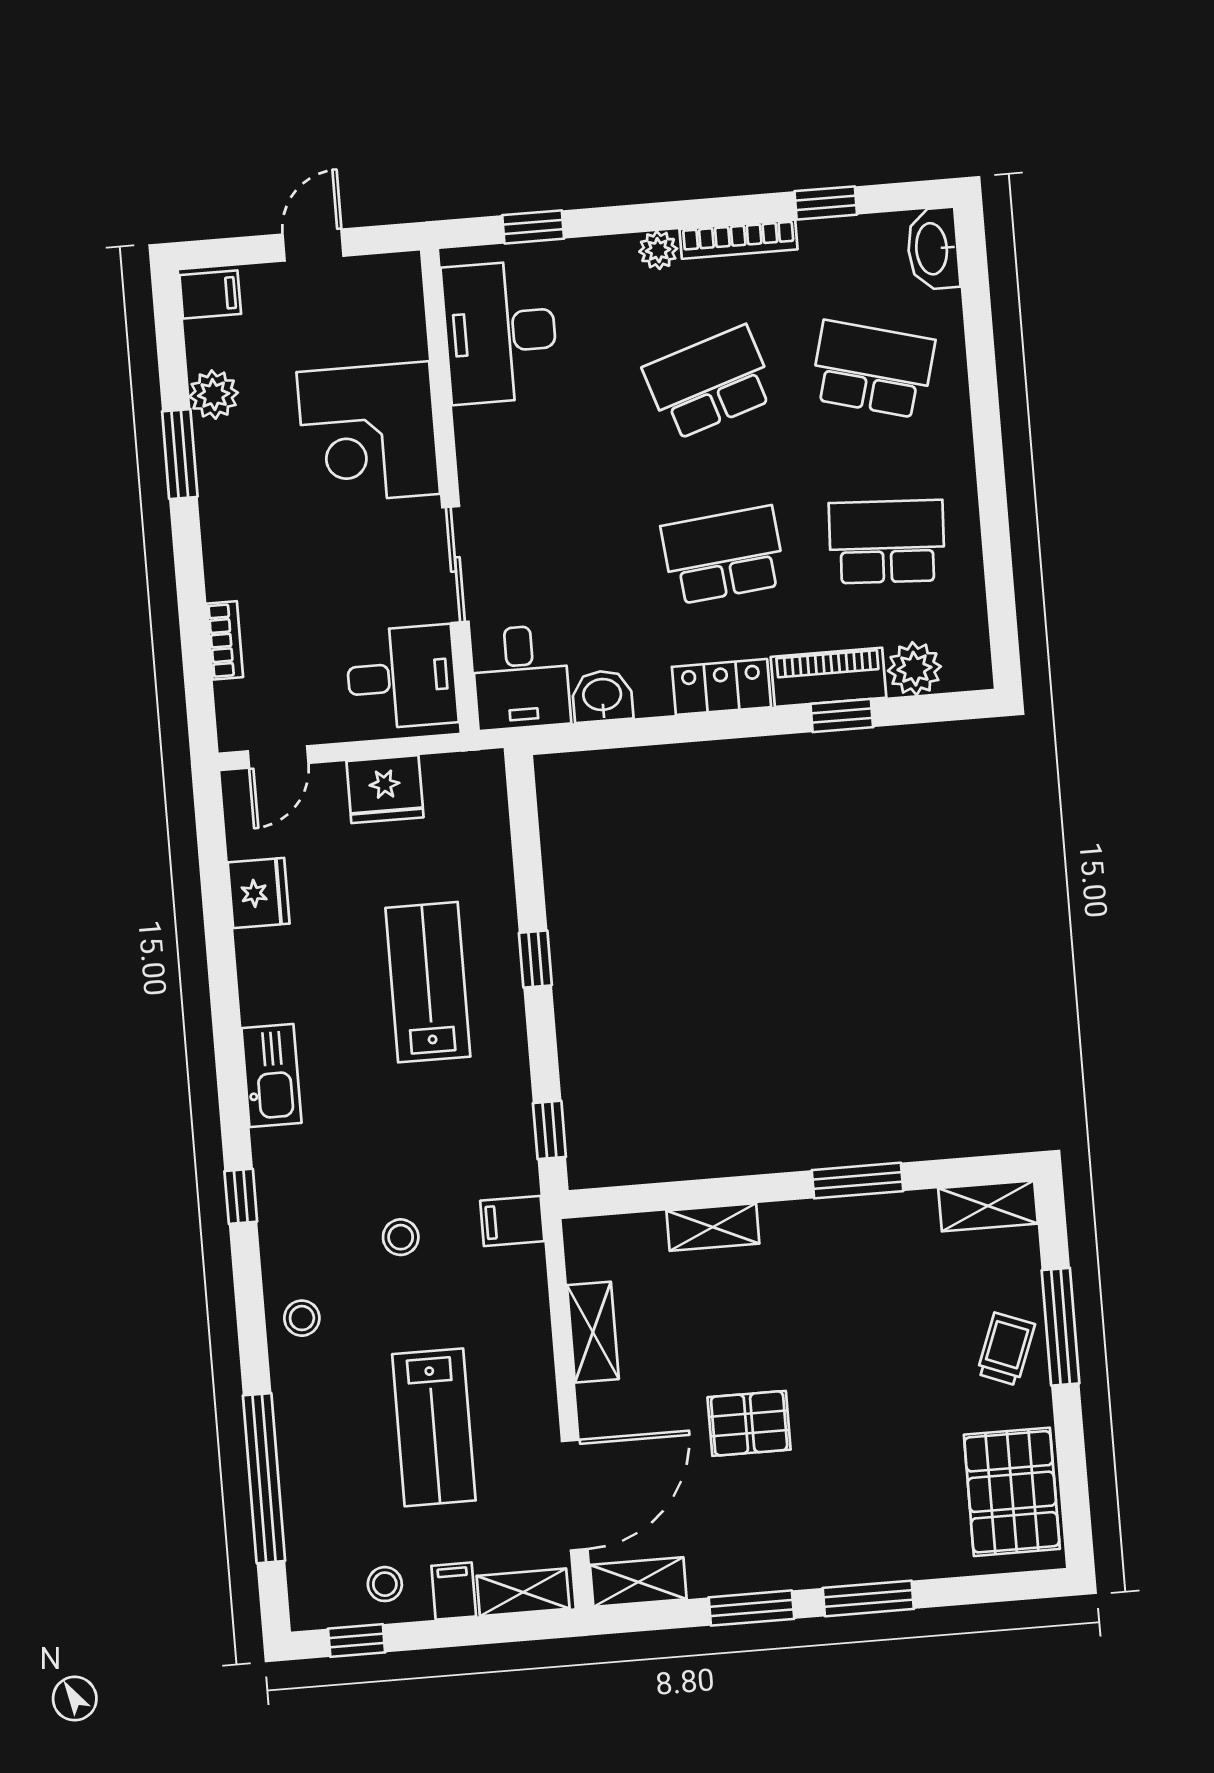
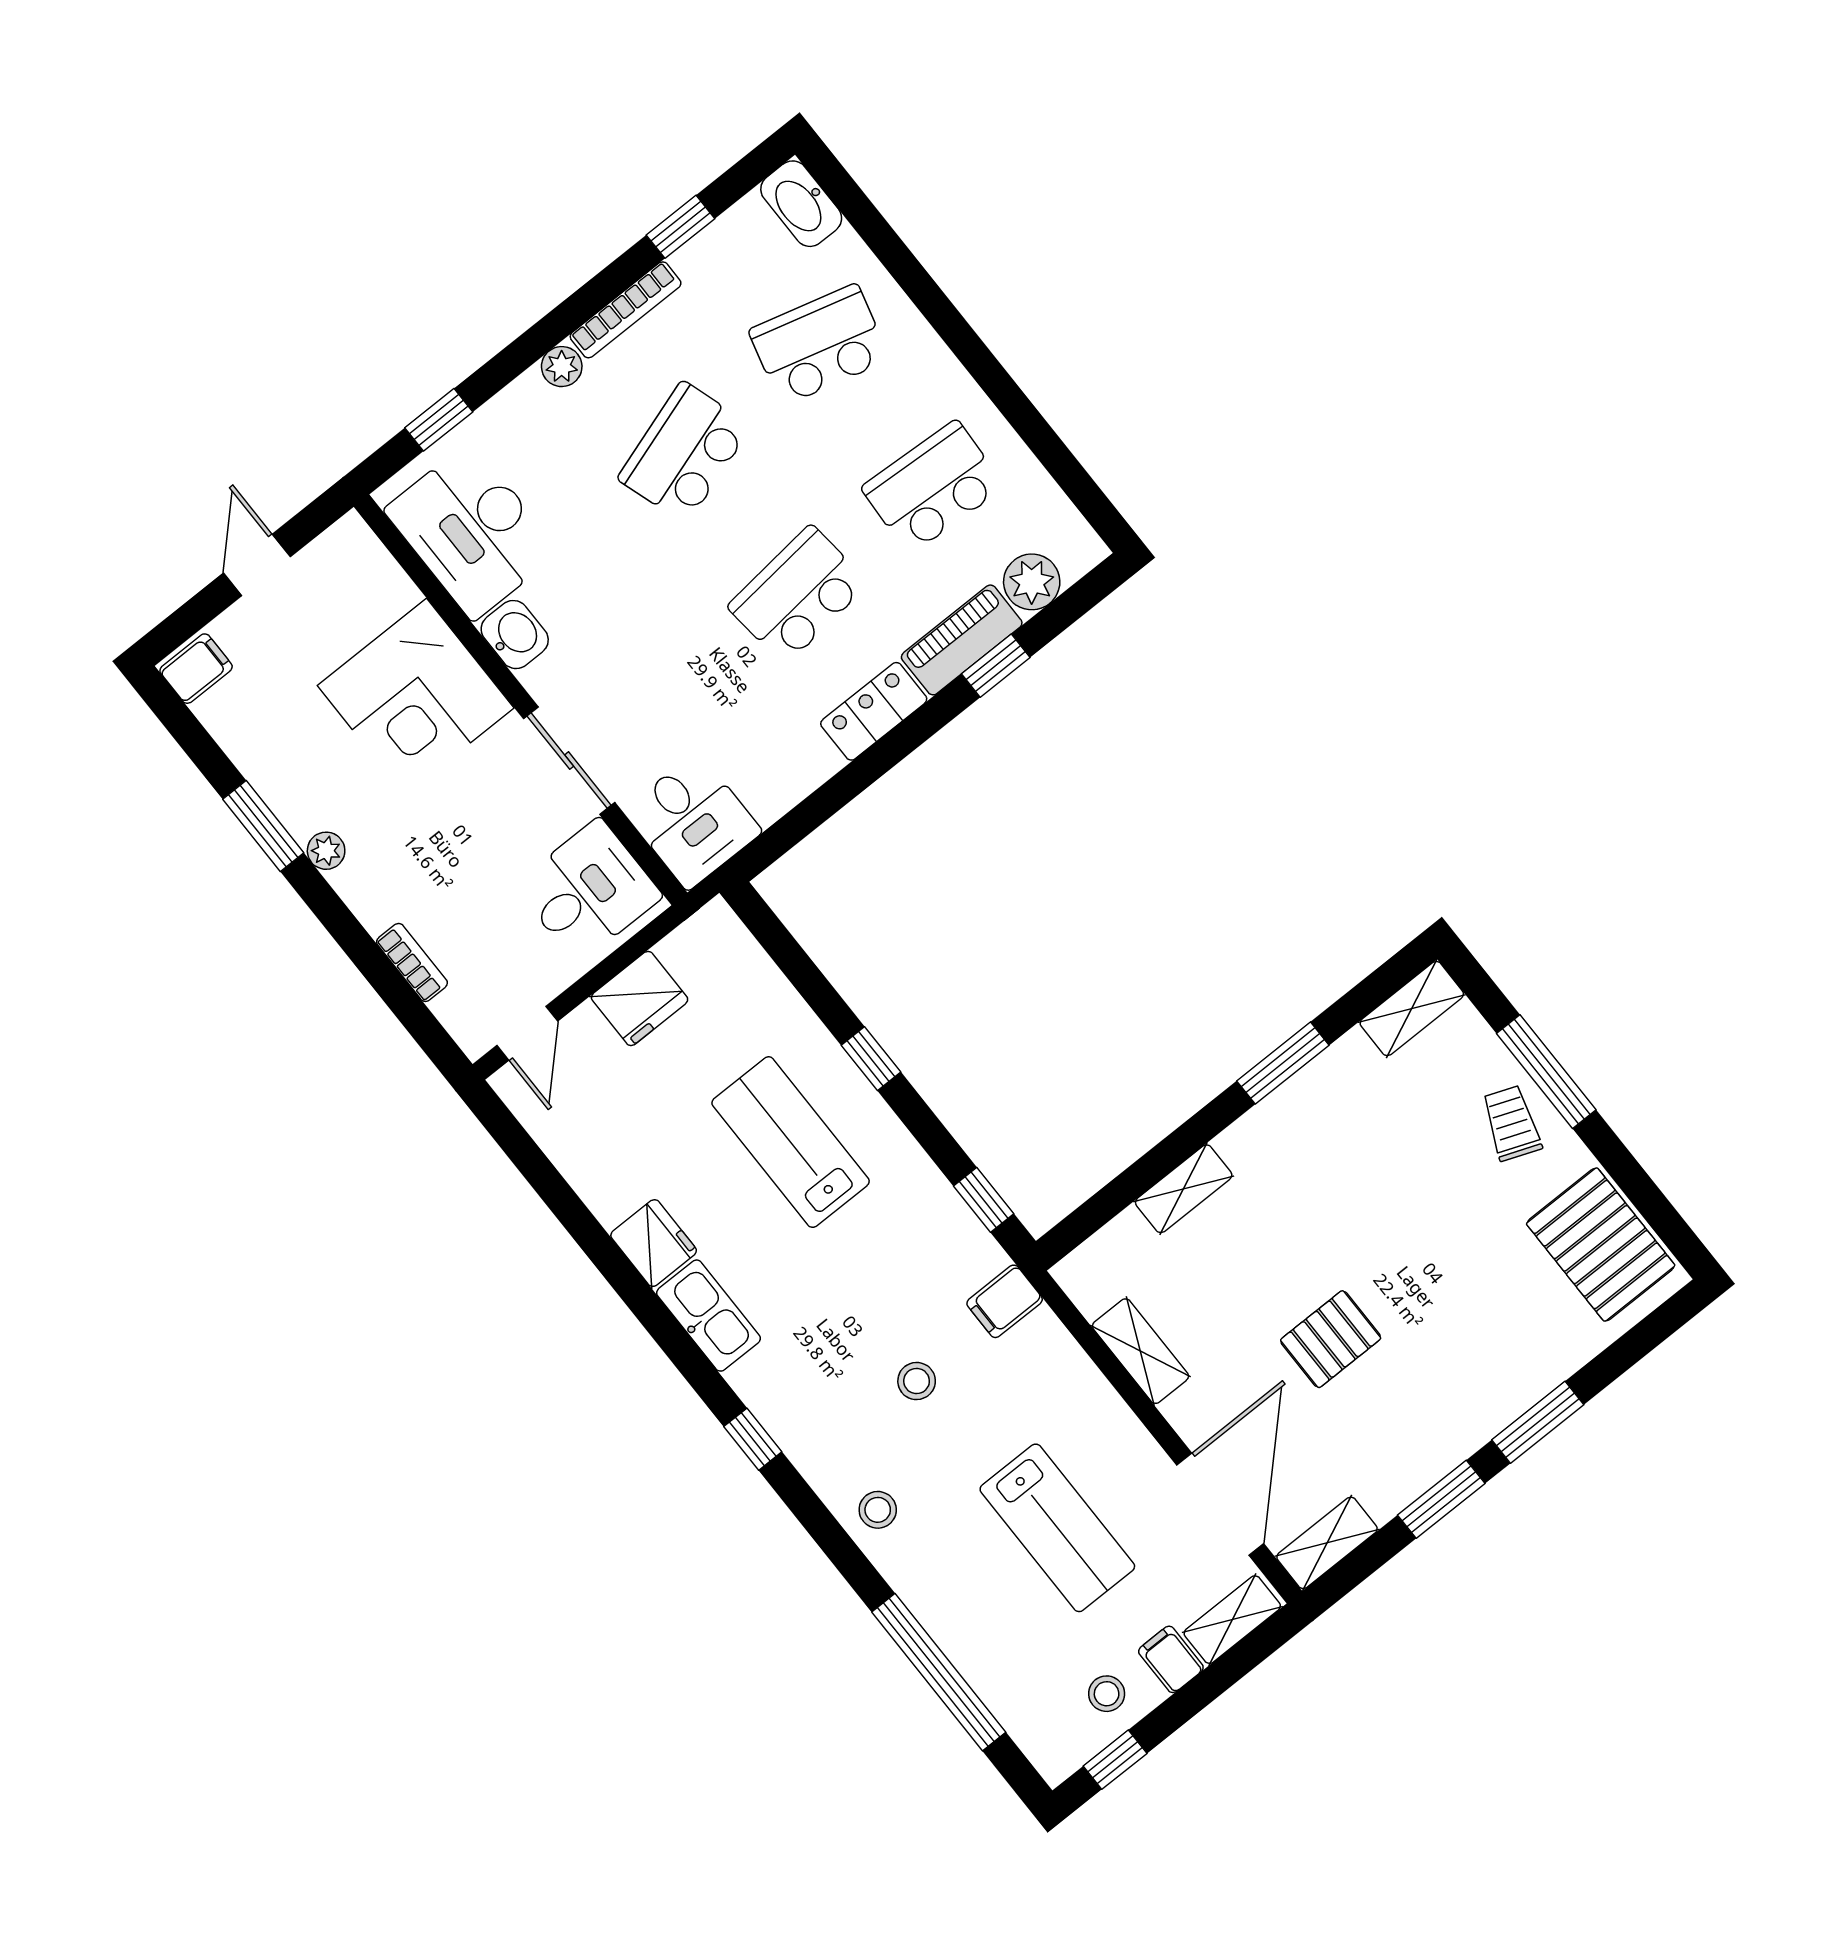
plant: (214, 395) -> (326, 851), moved, width x0.73, depth x0.73
washbasin: (602, 696) -> (515, 635), moved, turned 90
fridge: (259, 893) -> (654, 1243), moved

